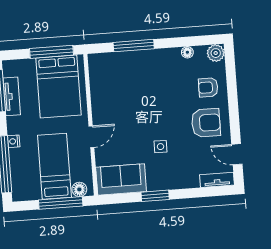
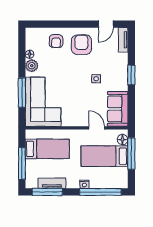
window: (52, 52) -> (22, 163), moved
plant: (216, 53) -> (32, 66), moved
corner sofa: (123, 76) -> (43, 102), added
bed: (59, 86) -> (47, 149), width x0.67
door: (91, 137) -> (97, 128), moved
window: (155, 196) -> (131, 75), moved

